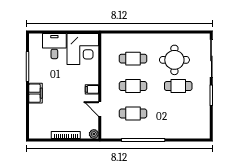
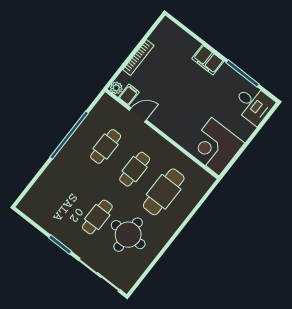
desk: (54, 46) -> (253, 104), moved
cafe table: (133, 59) -> (164, 192), width x1.37, depth x1.35
filing cabinet: (92, 89) -> (129, 95), moved

